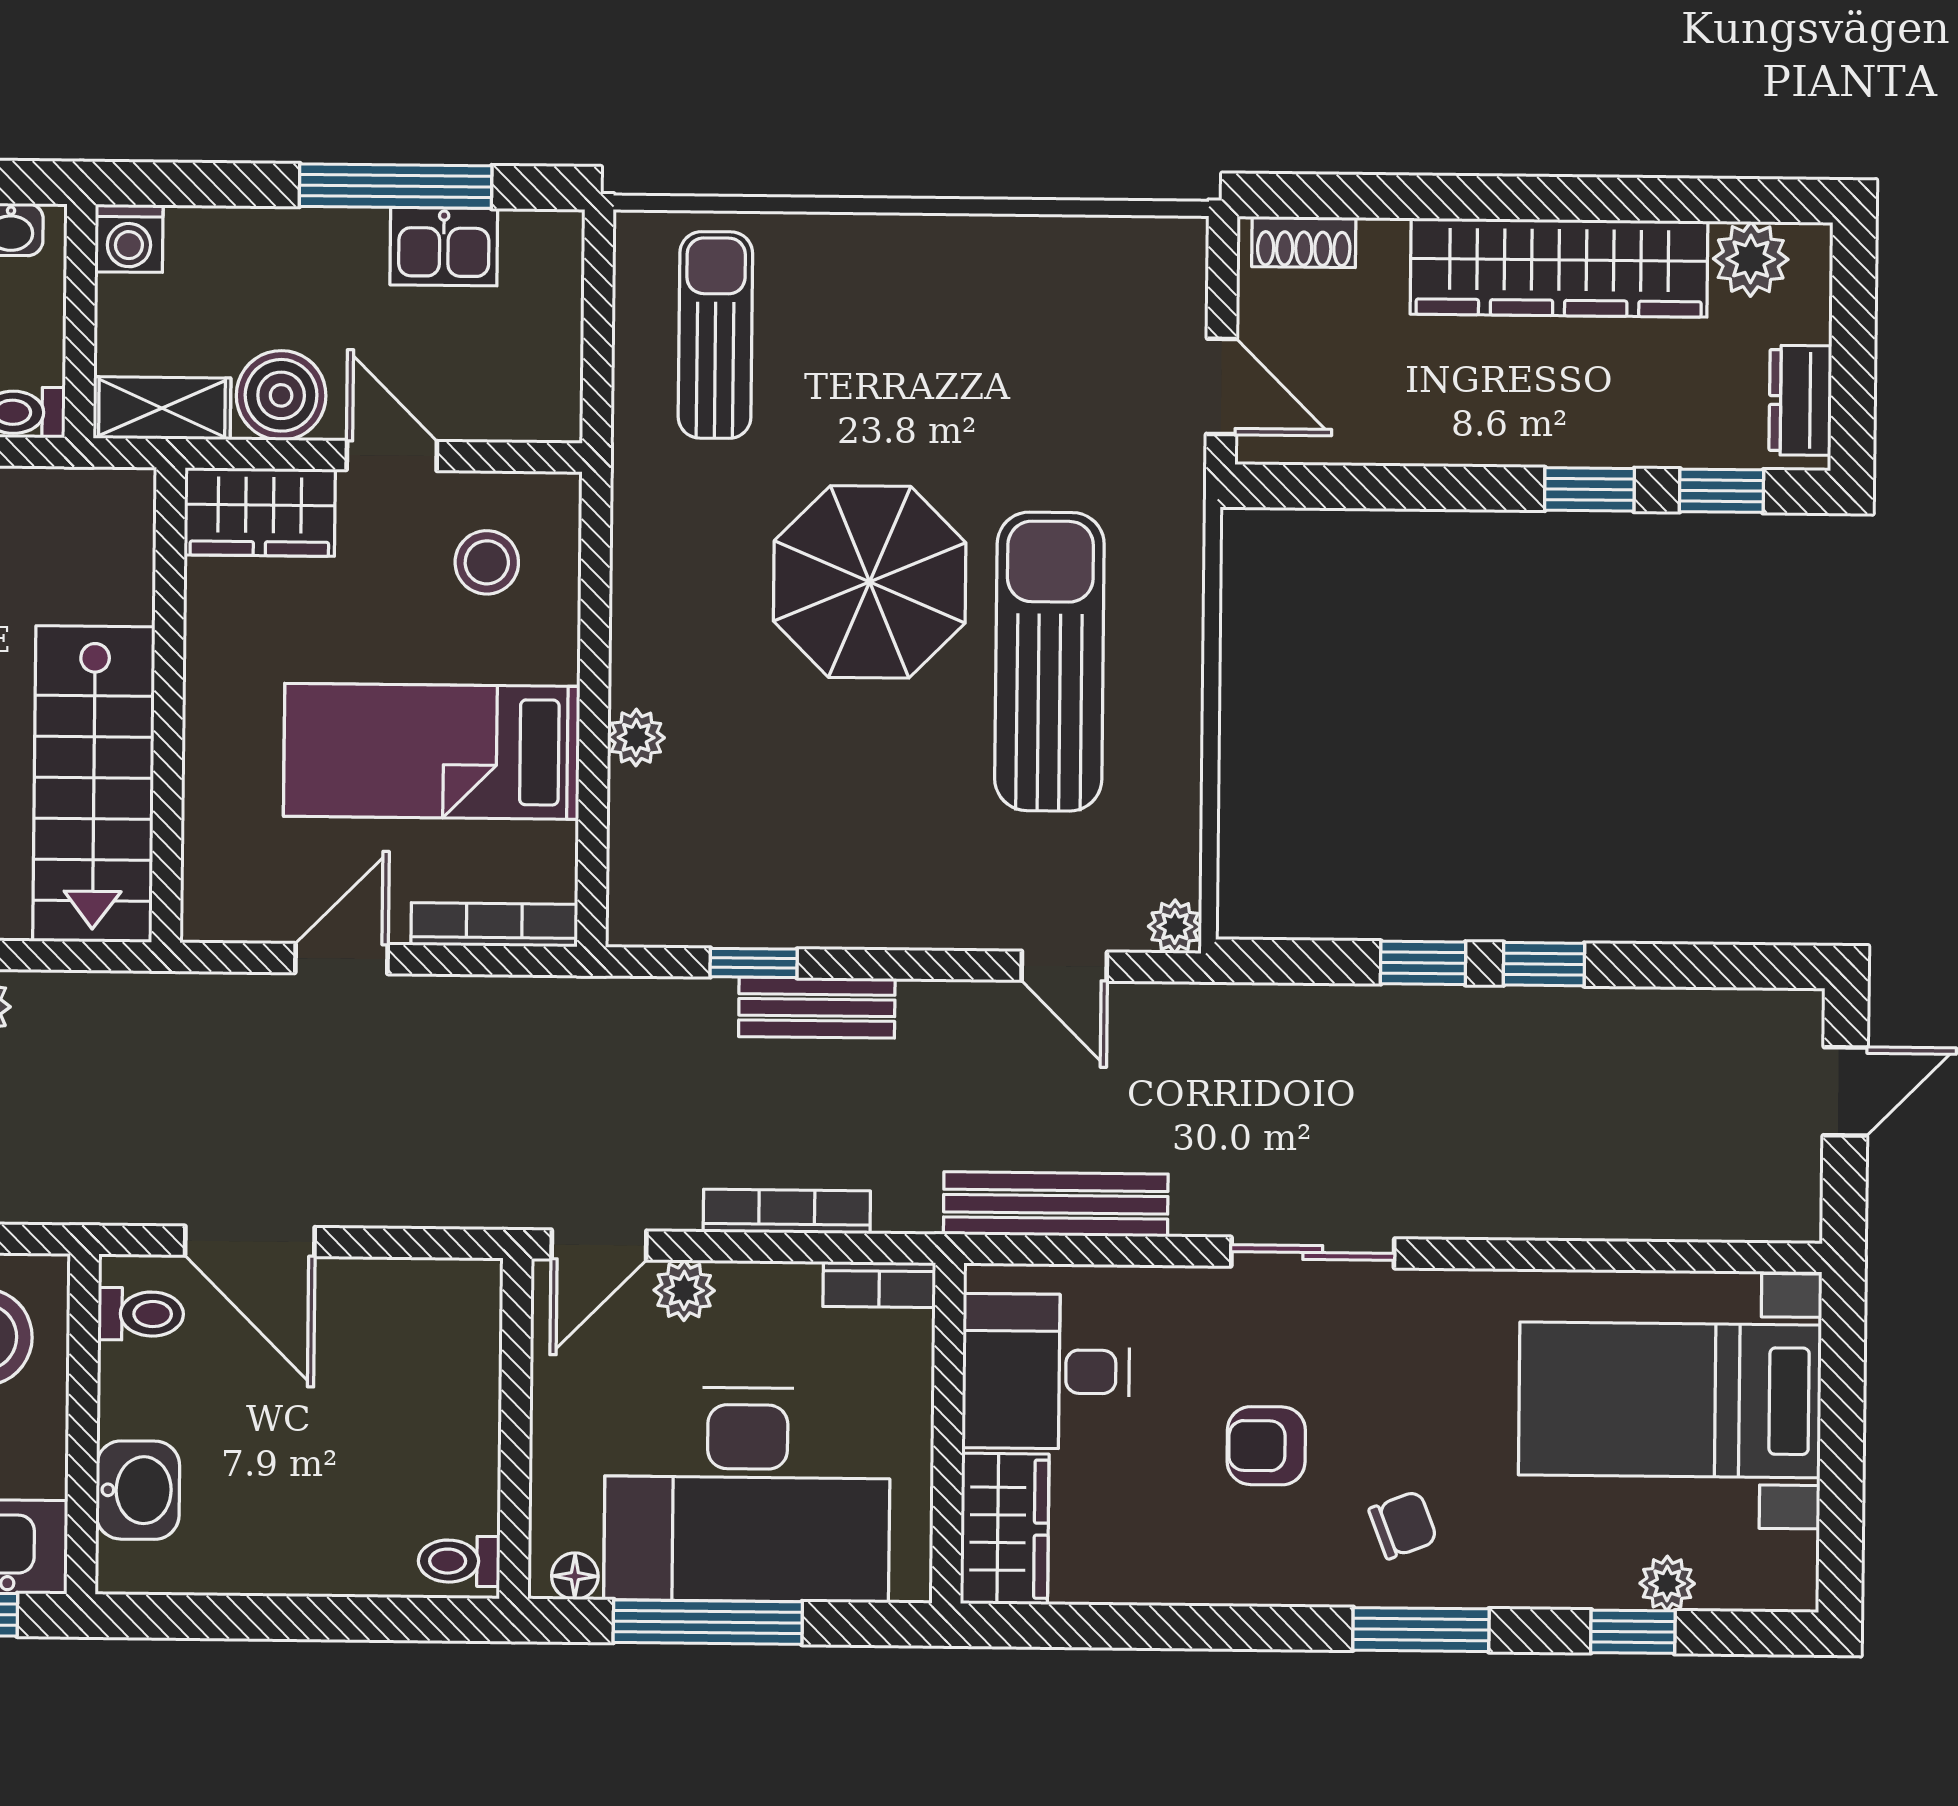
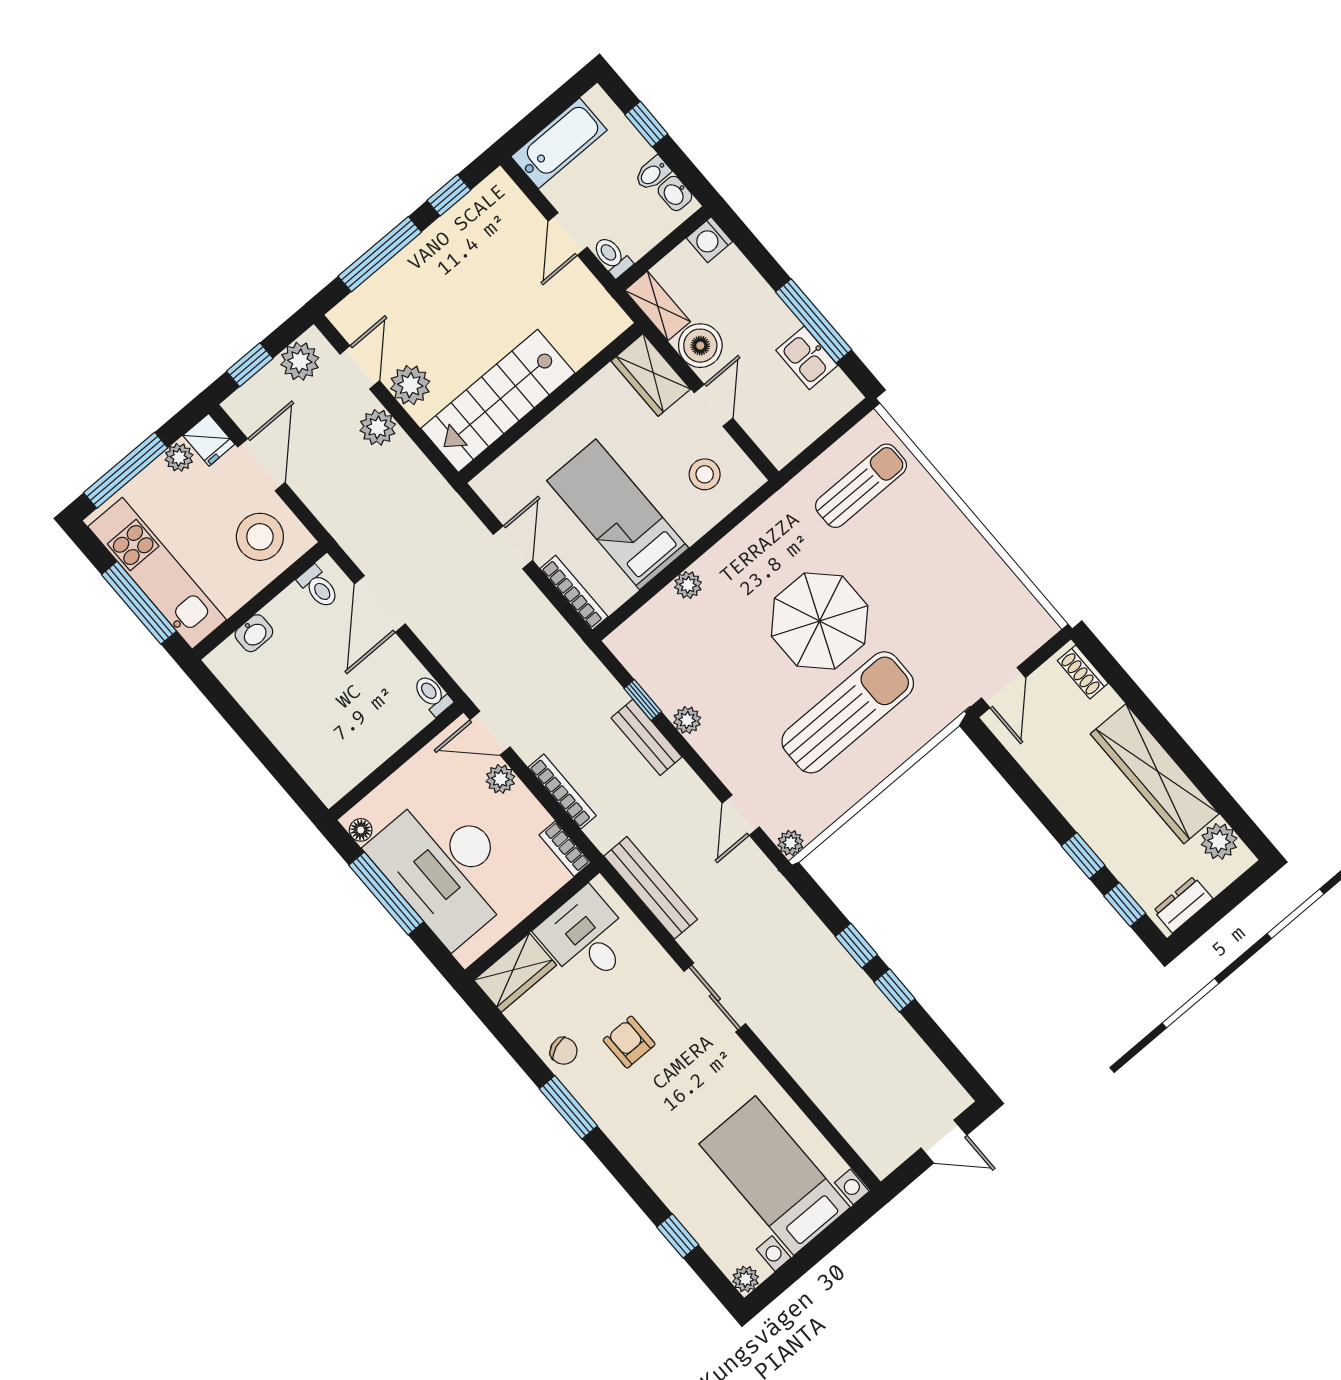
plant: (845, 921) -> (687, 720), added
door: (341, 959) -> (513, 547), hinge flipped
washbasin: (138, 1490) -> (254, 633), width x0.72, depth x0.69
chair: (1403, 1525) -> (564, 1051), moved
toilet: (459, 1561) -> (432, 695), moved
plant: (1667, 1583) -> (746, 1279), moved
window: (1421, 1630) -> (568, 1107), moved

